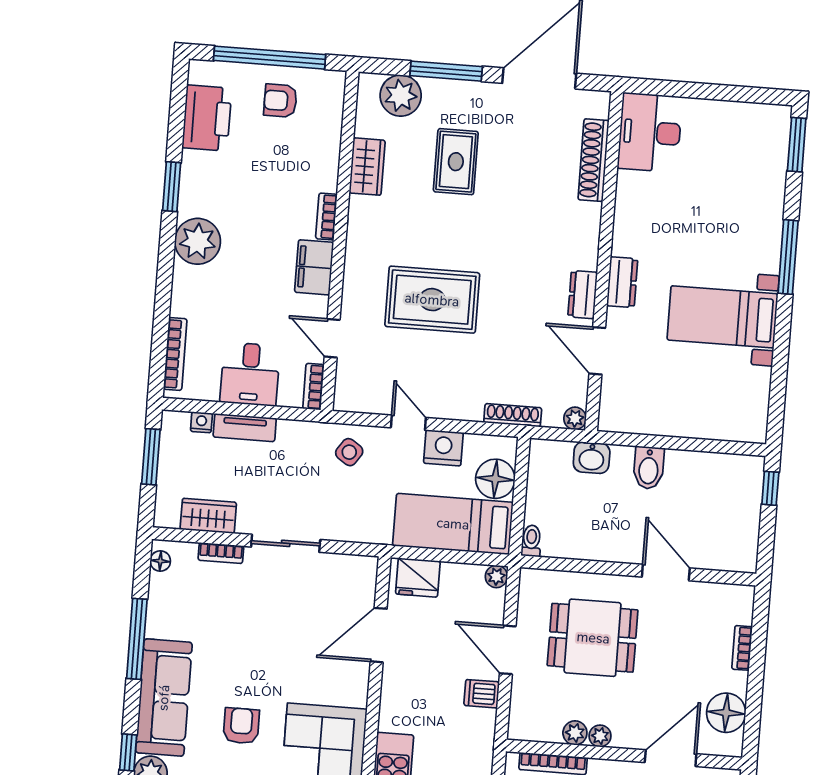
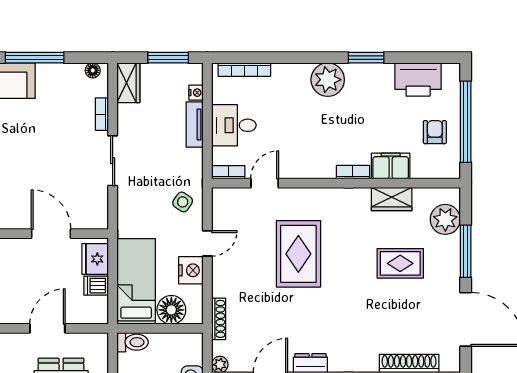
filing cabinet: (314, 267) -> (391, 166), moved
wardrobe: (208, 516) -> (128, 83), moved
toilet: (531, 541) -> (133, 342), width x1.37, depth x1.39
plant: (496, 576) -> (100, 316), removed
dishwasher: (482, 694) -> (96, 286), moved, turned -90

